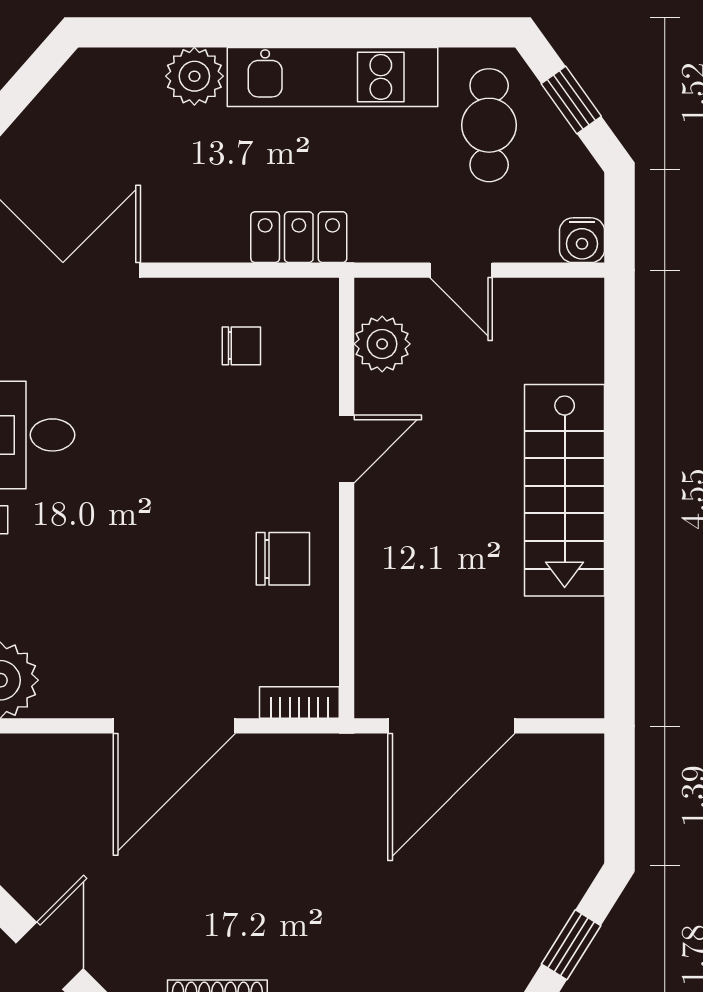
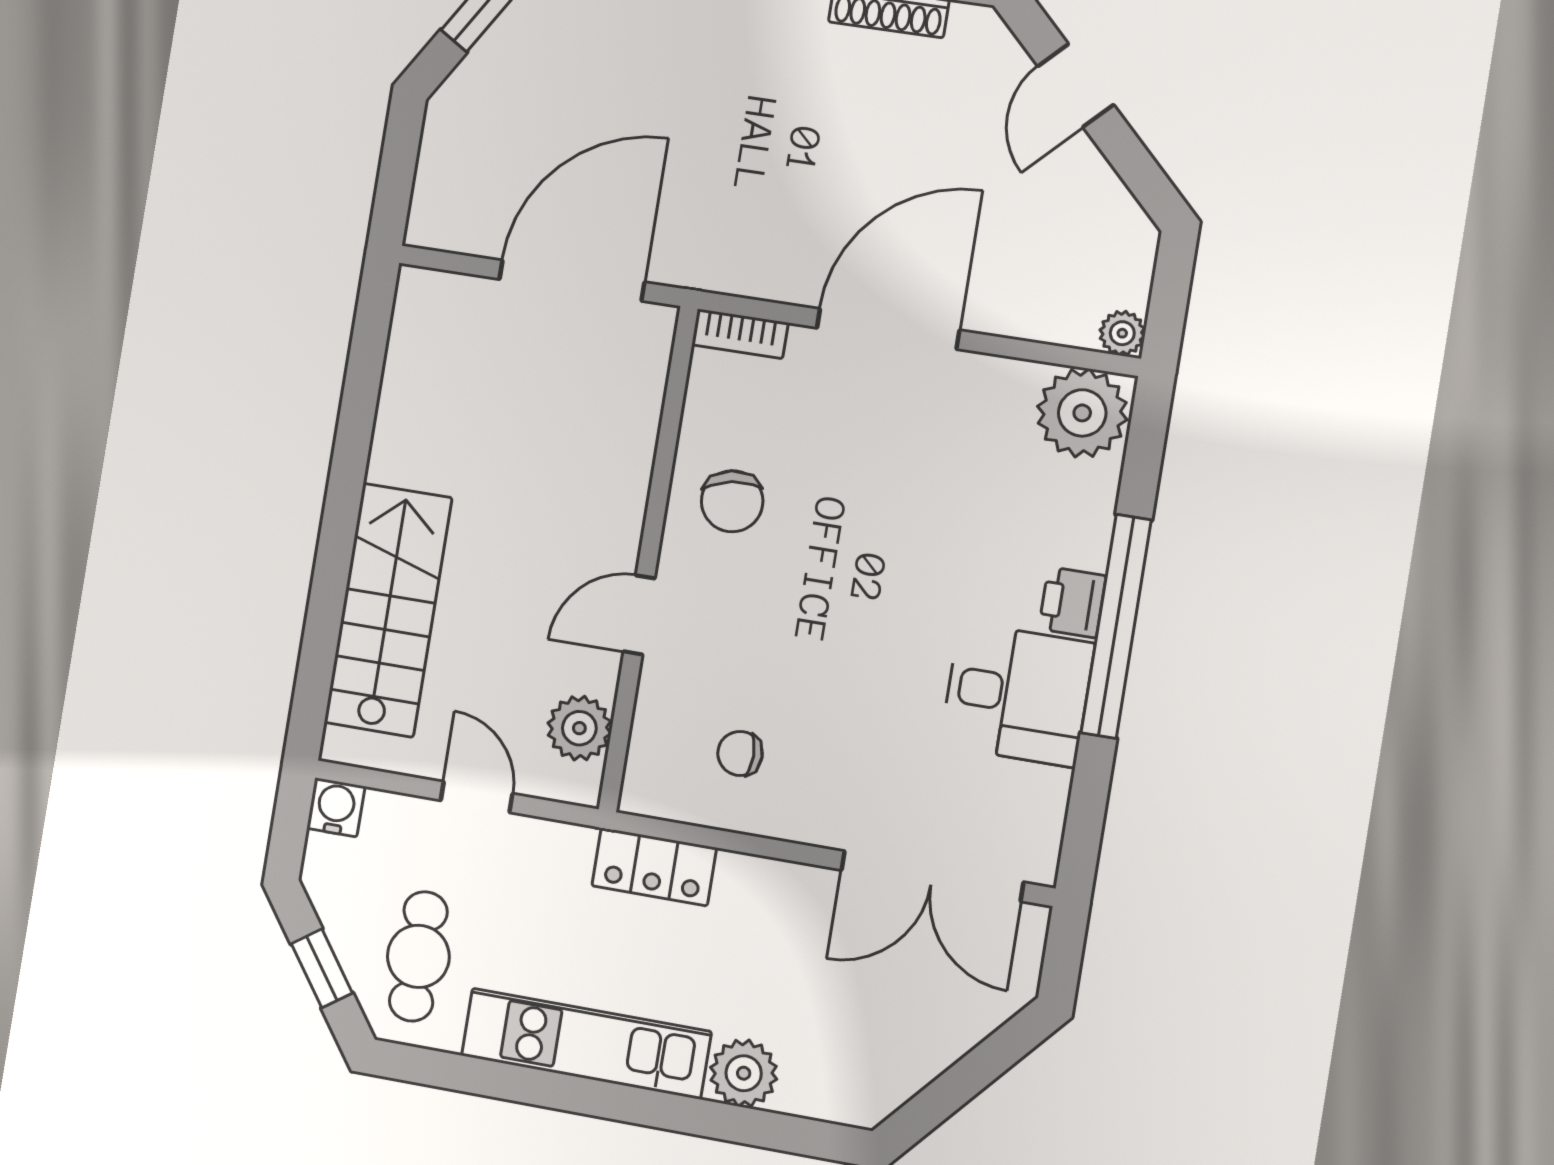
stairs: (565, 490) -> (388, 610), moved
chair: (283, 559) -> (732, 501), turned -100

